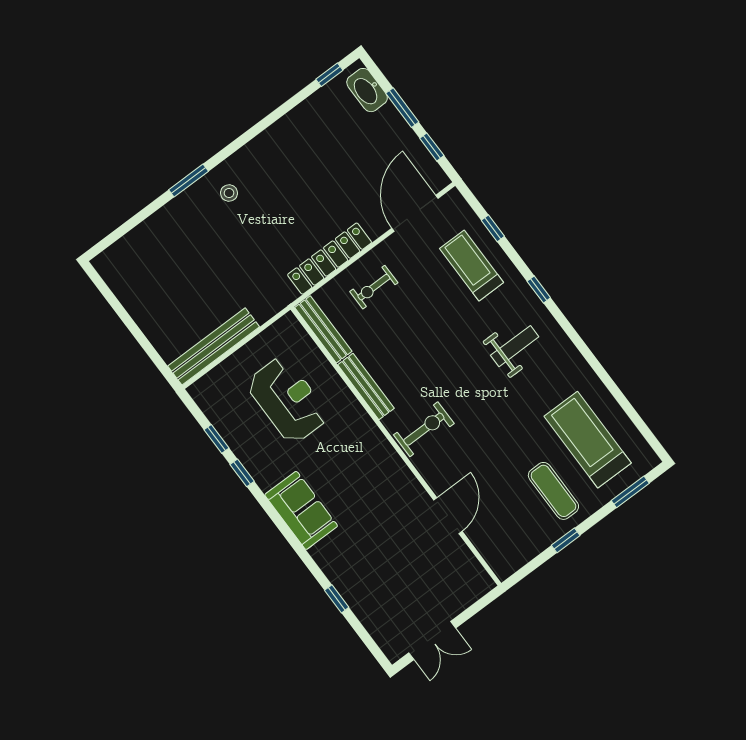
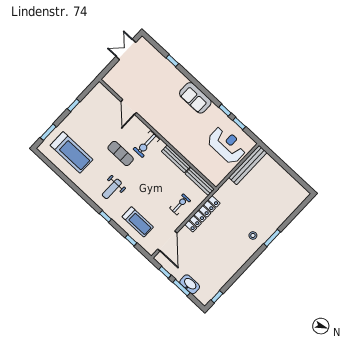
washbasin: (367, 90) -> (190, 284), moved
reception desk: (287, 400) -> (227, 145), moved, turned 180
exercise mat: (553, 491) -> (121, 153), moved

